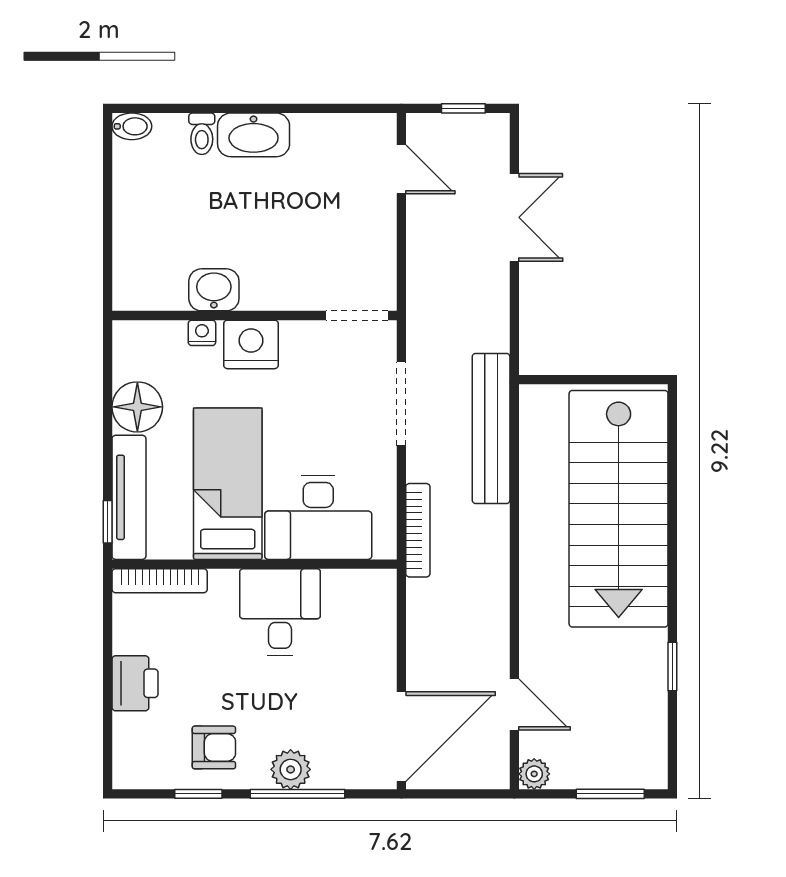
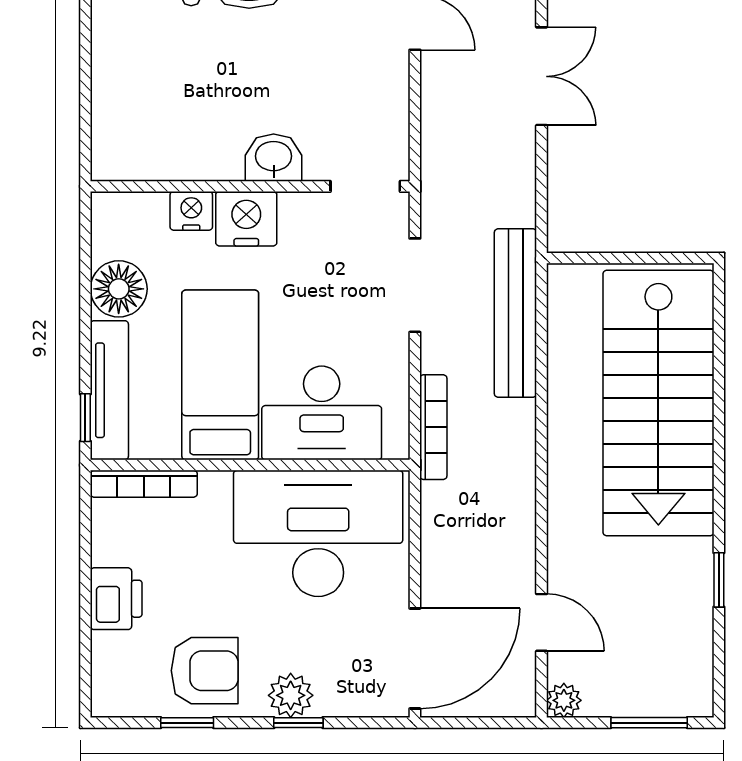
washbasin: (214, 290) -> (274, 158), moved
nightstand: (202, 333) -> (191, 211), width x1.39, depth x1.35
desk: (280, 612) -> (318, 533), width x1.87, depth x1.30
armchair: (214, 747) -> (205, 671), width x1.38, depth x1.38
window: (297, 794) -> (298, 723), width x0.46

